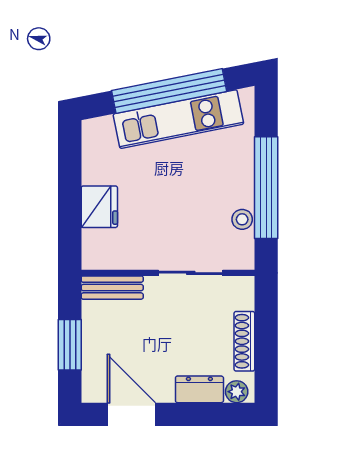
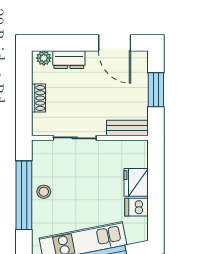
dishwasher: (99, 170) -> (137, 207), added
stool: (242, 219) -> (44, 192), moved
shoe rack: (244, 341) -> (39, 98), width x0.70

